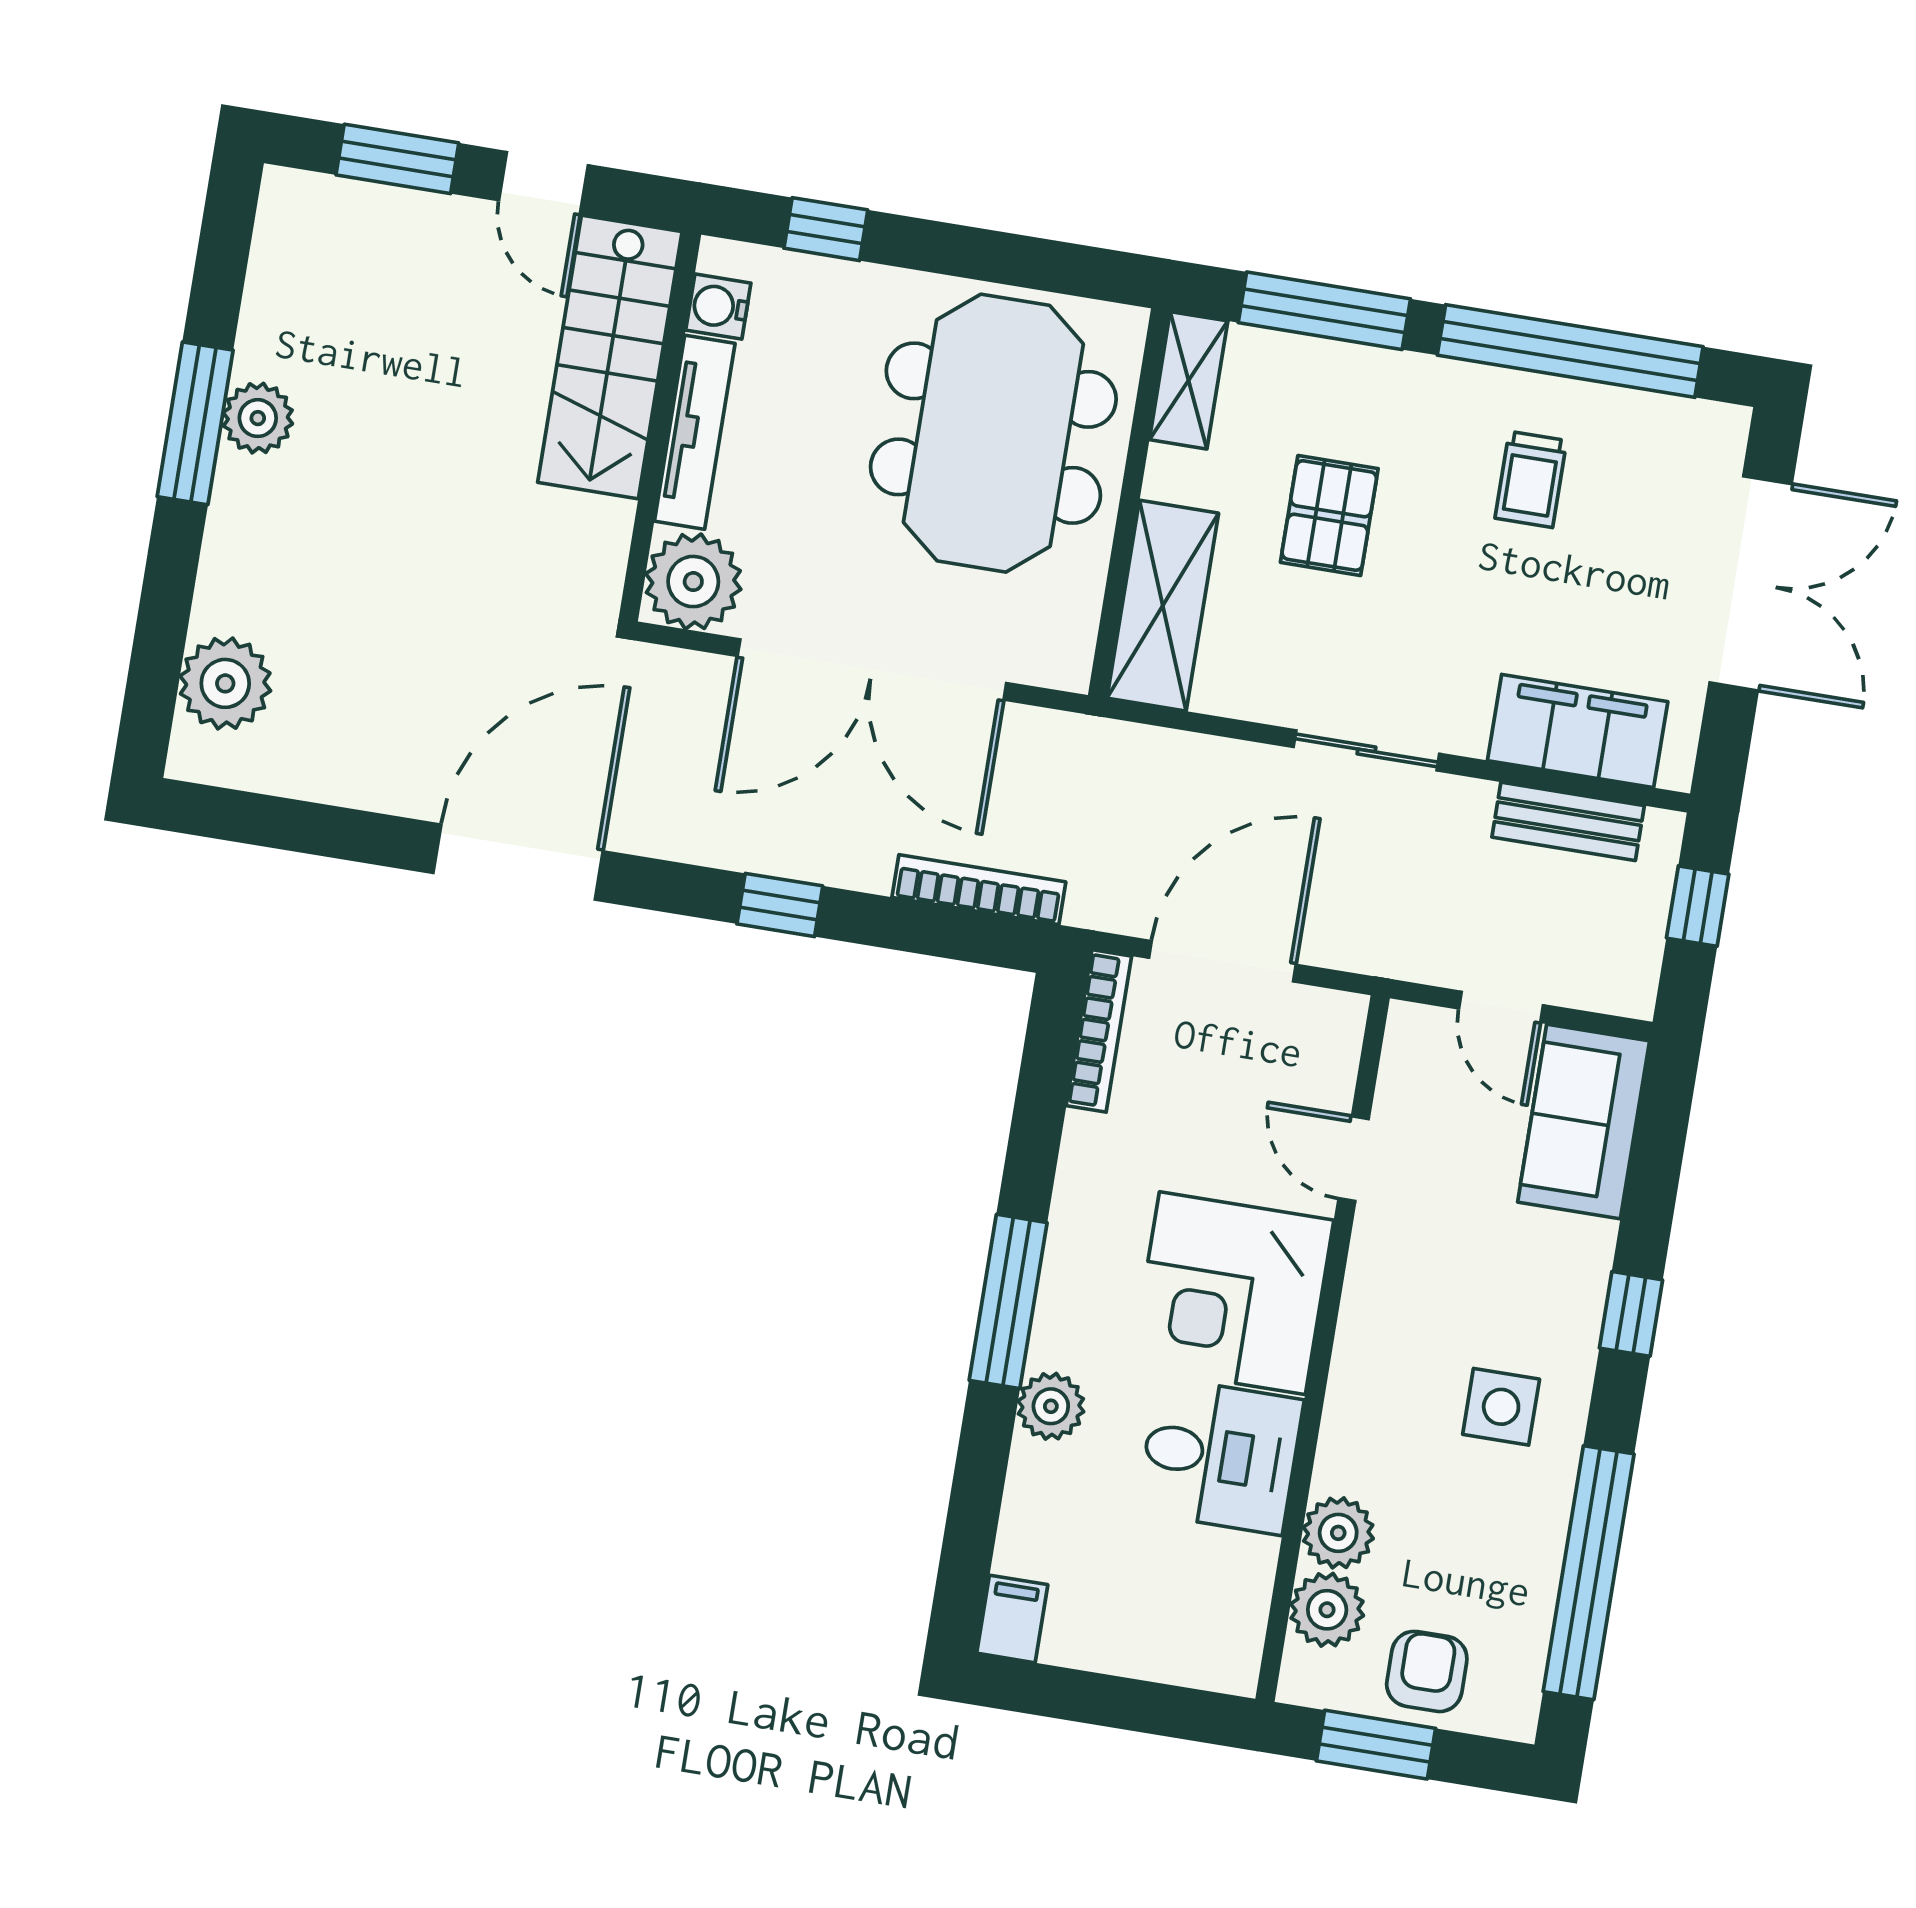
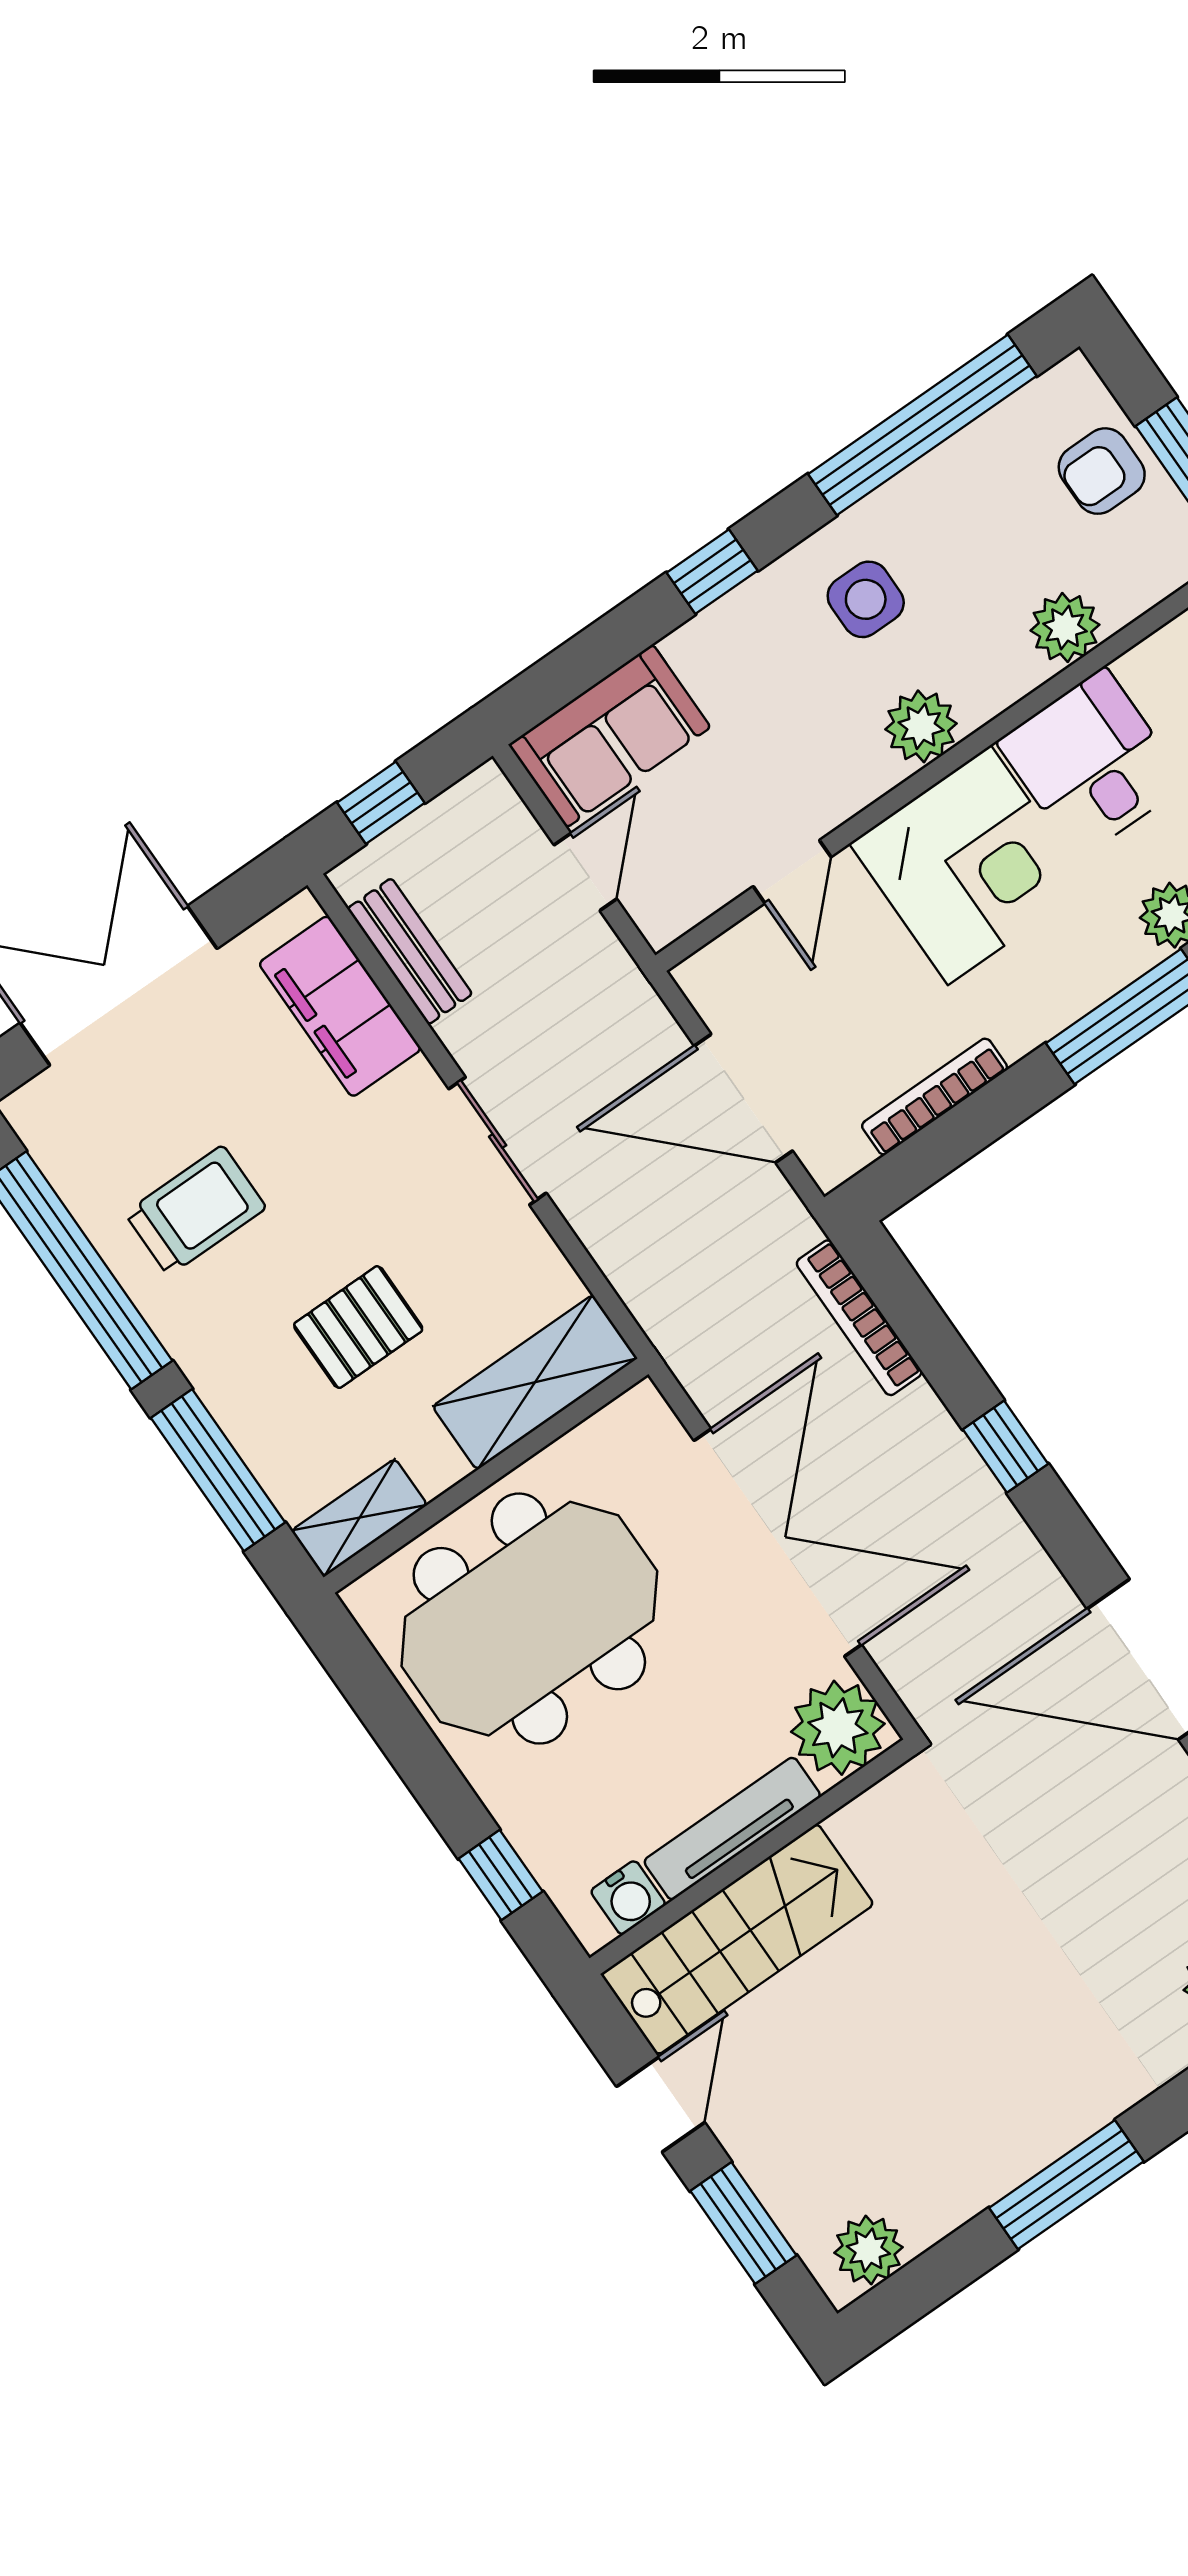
plant: (258, 418) -> (868, 2250), moved
trolley: (1531, 479) -> (196, 1210), width x1.36, depth x1.39
bookcase: (1099, 1031) -> (935, 1097), moved
plant: (1327, 1610) -> (921, 726), moved

